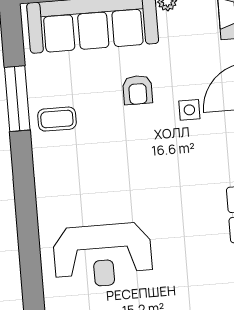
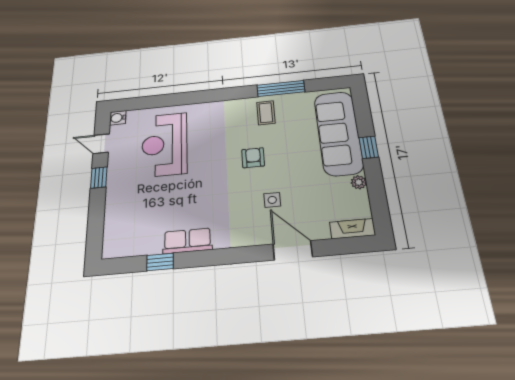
armchair: (138, 90) -> (253, 158), moved, turned 90

